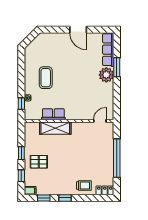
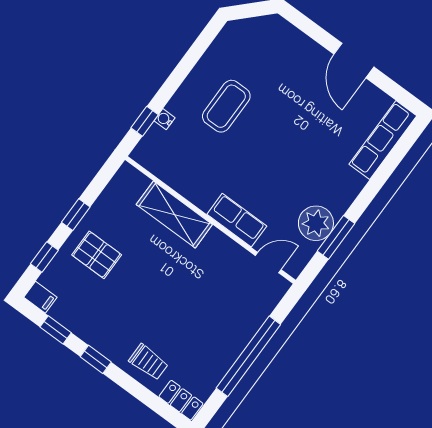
window: (117, 67) -> (336, 237), moved
plant: (106, 75) -> (316, 223), moved
row of seats: (53, 114) -> (237, 220), moved

